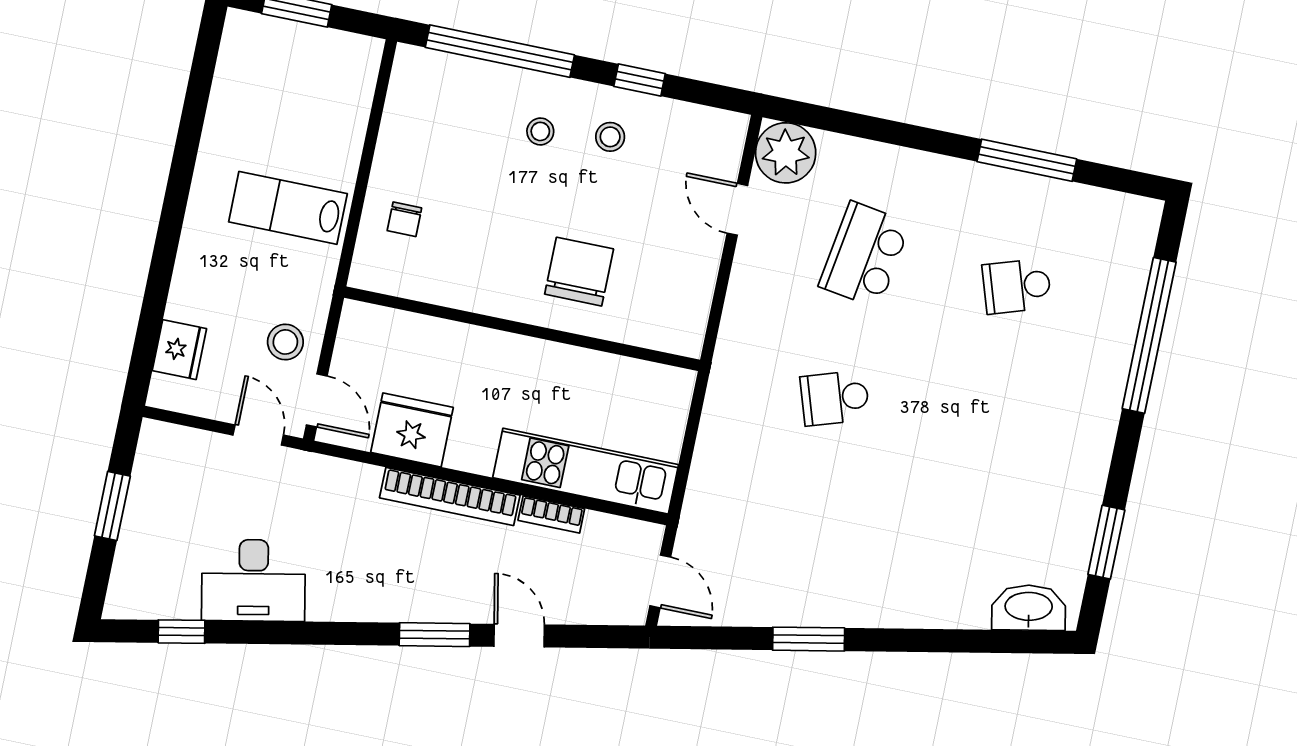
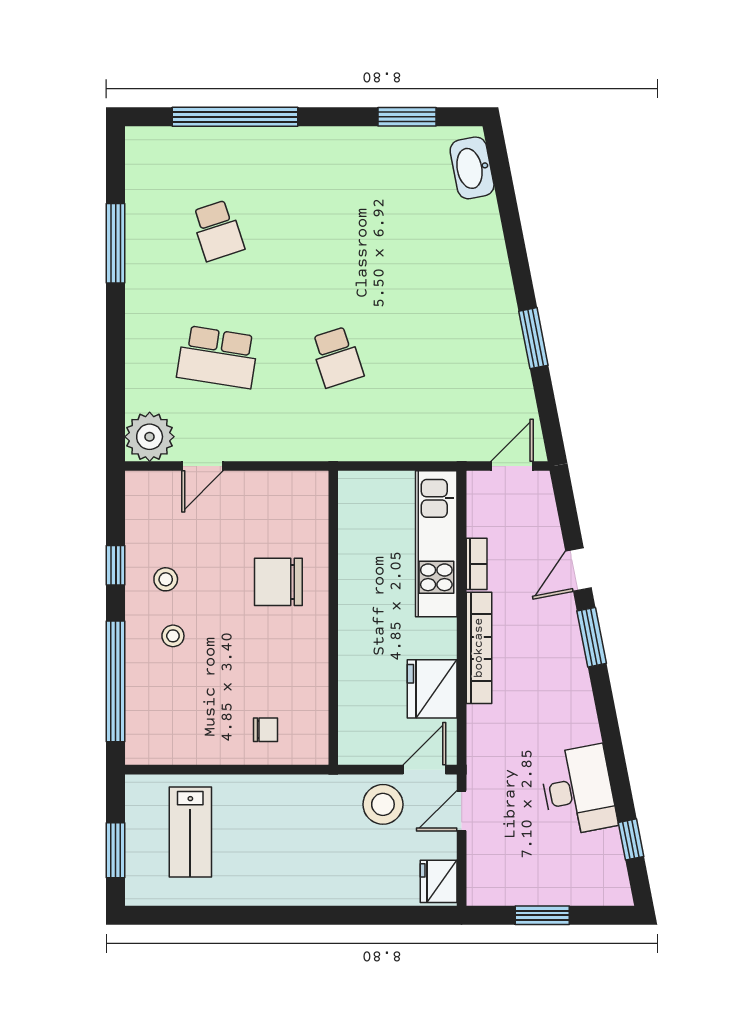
lab bench: (288, 208) -> (190, 832), moved
stool: (285, 342) -> (383, 804), width x1.38, depth x1.38
fridge: (179, 350) -> (439, 881), moved, turned -90

